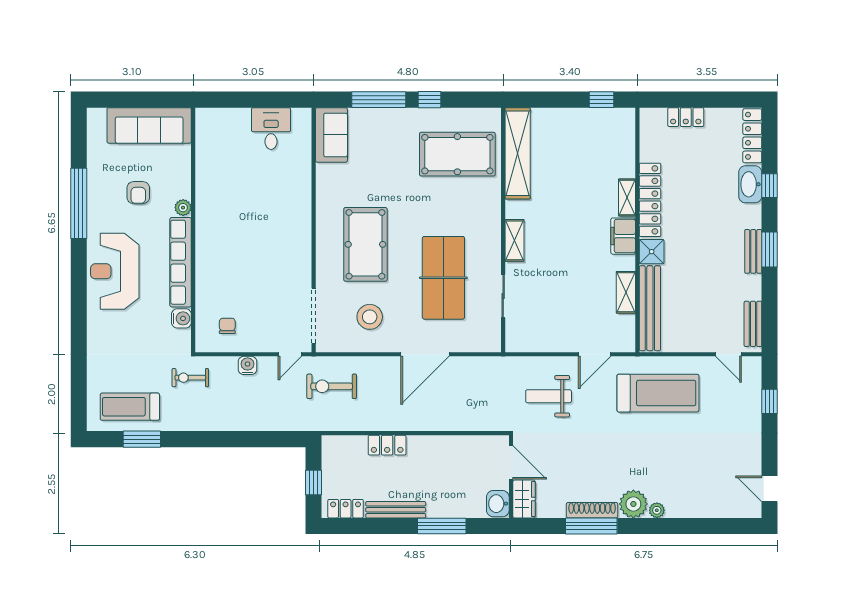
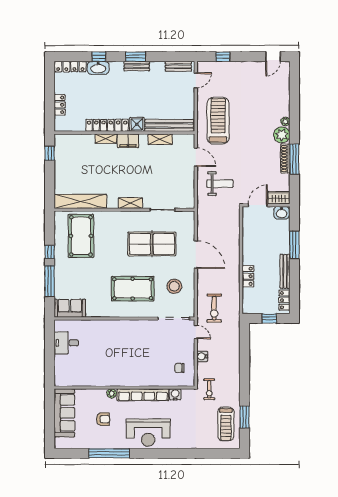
weight bench: (549, 396) -> (220, 184), turned -90

